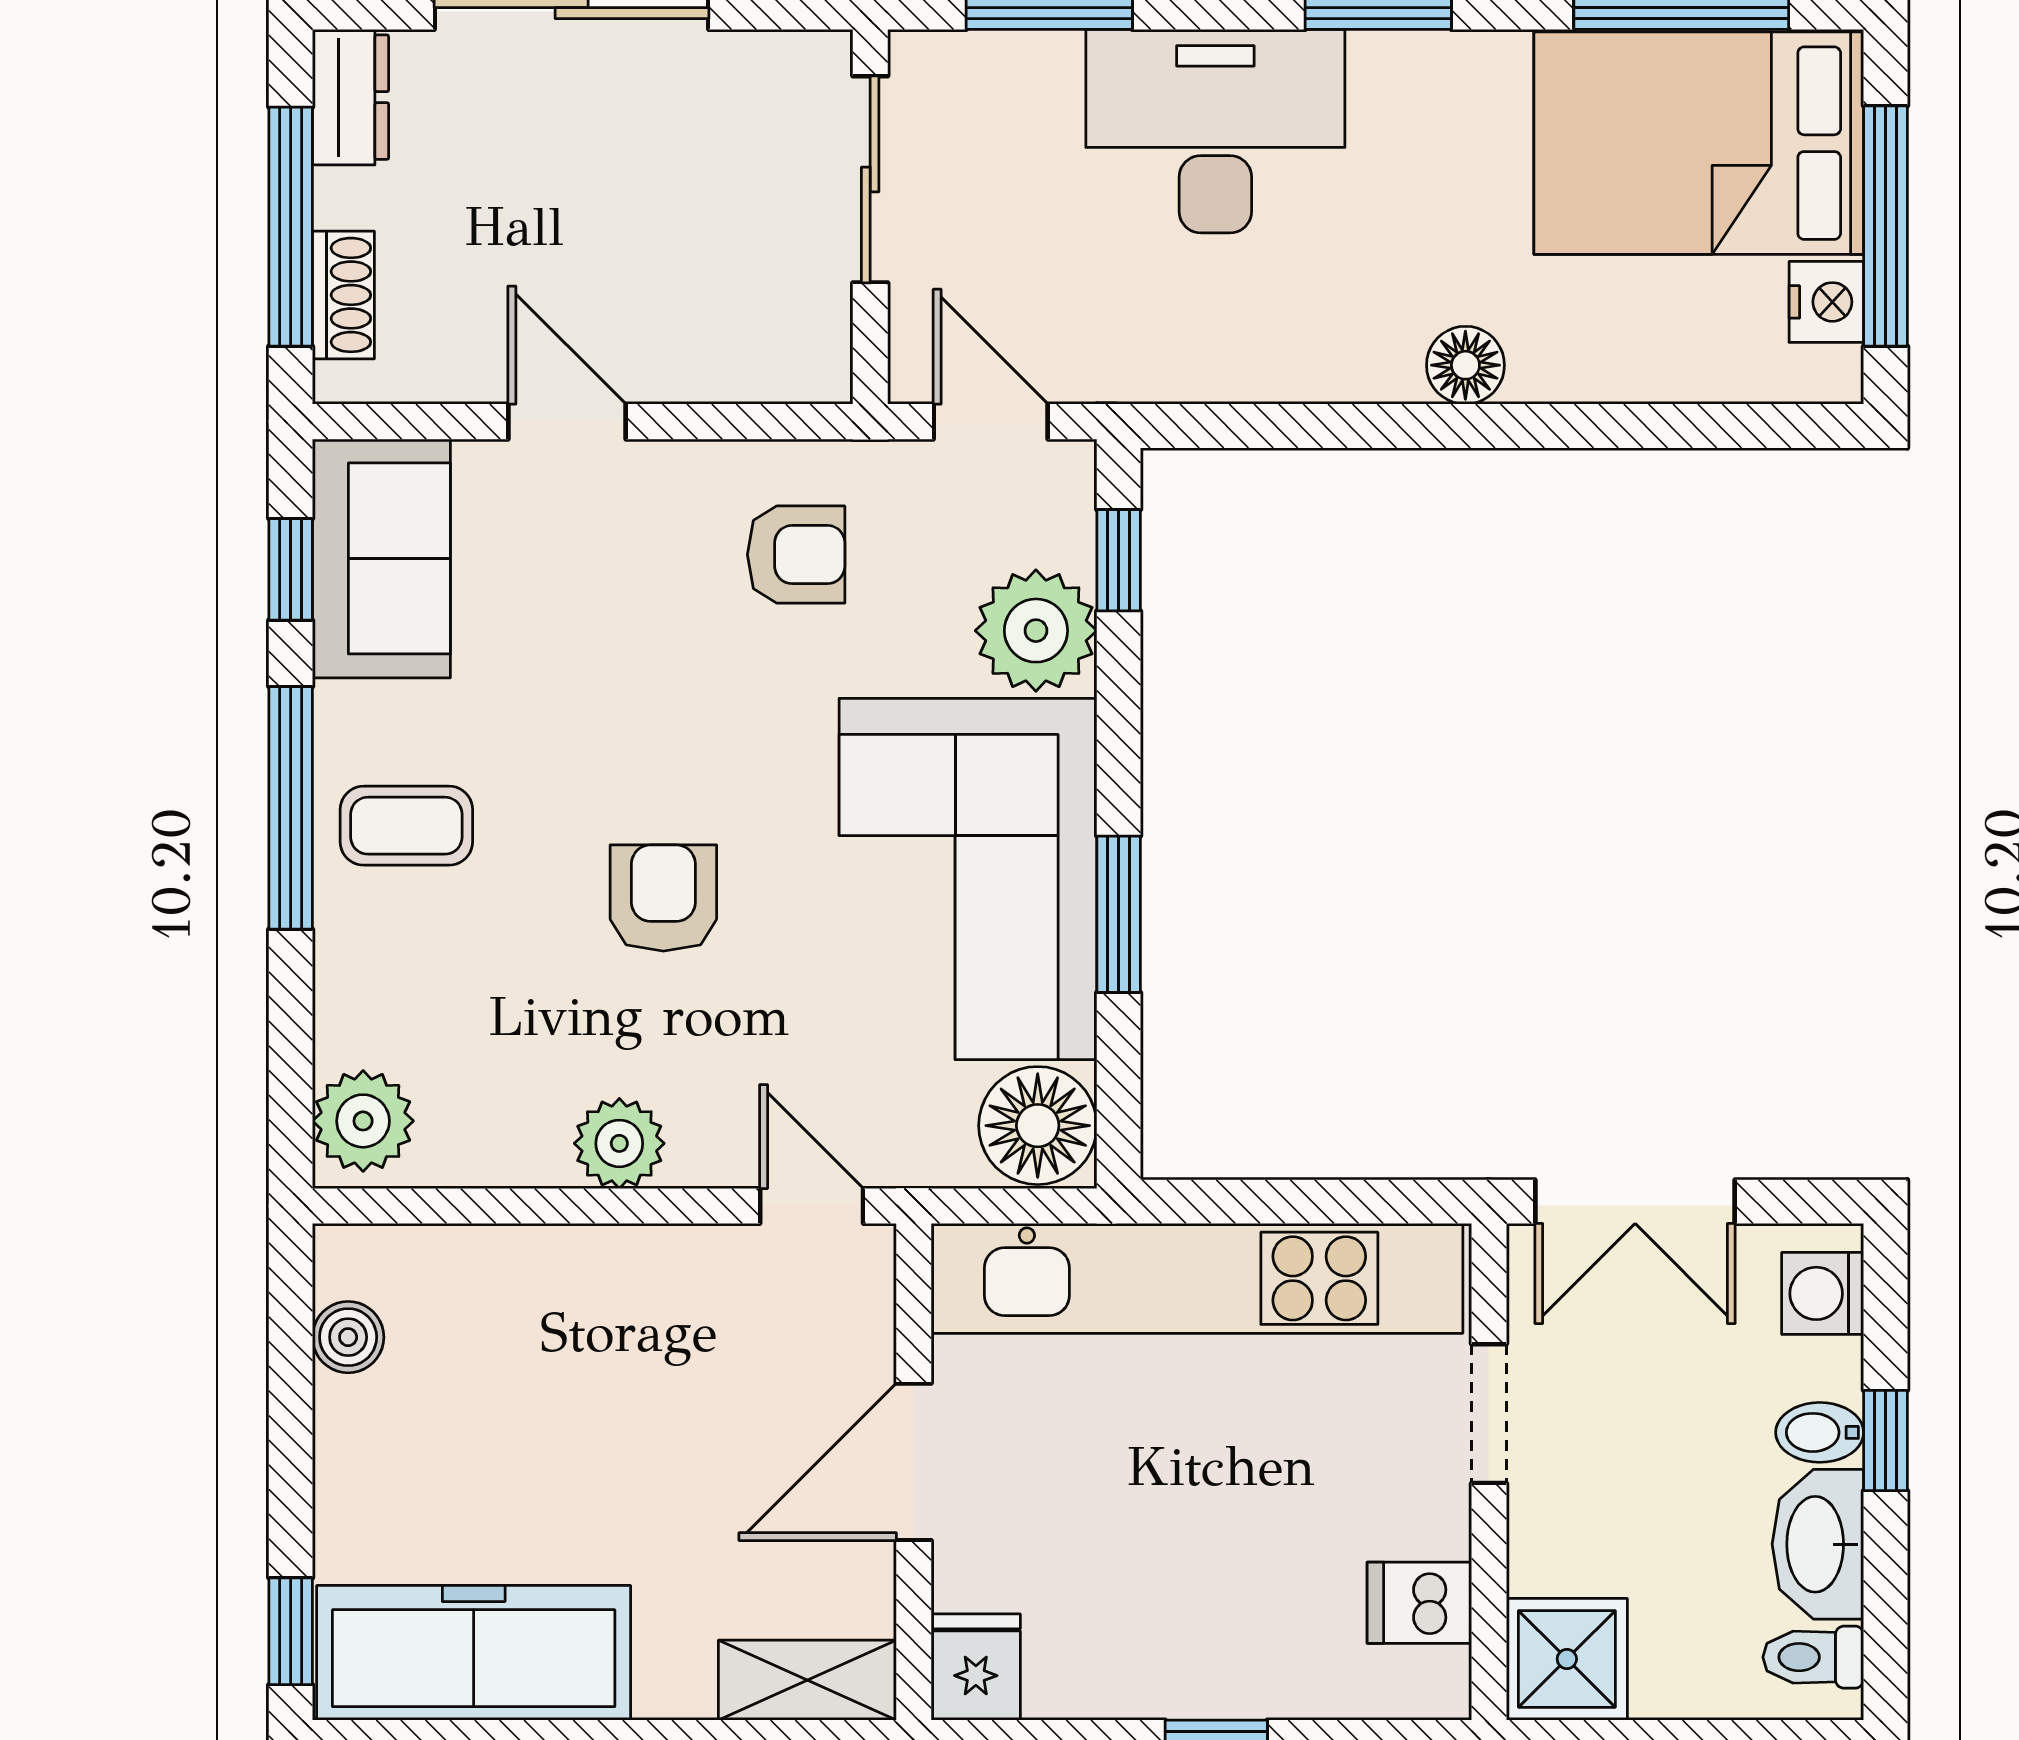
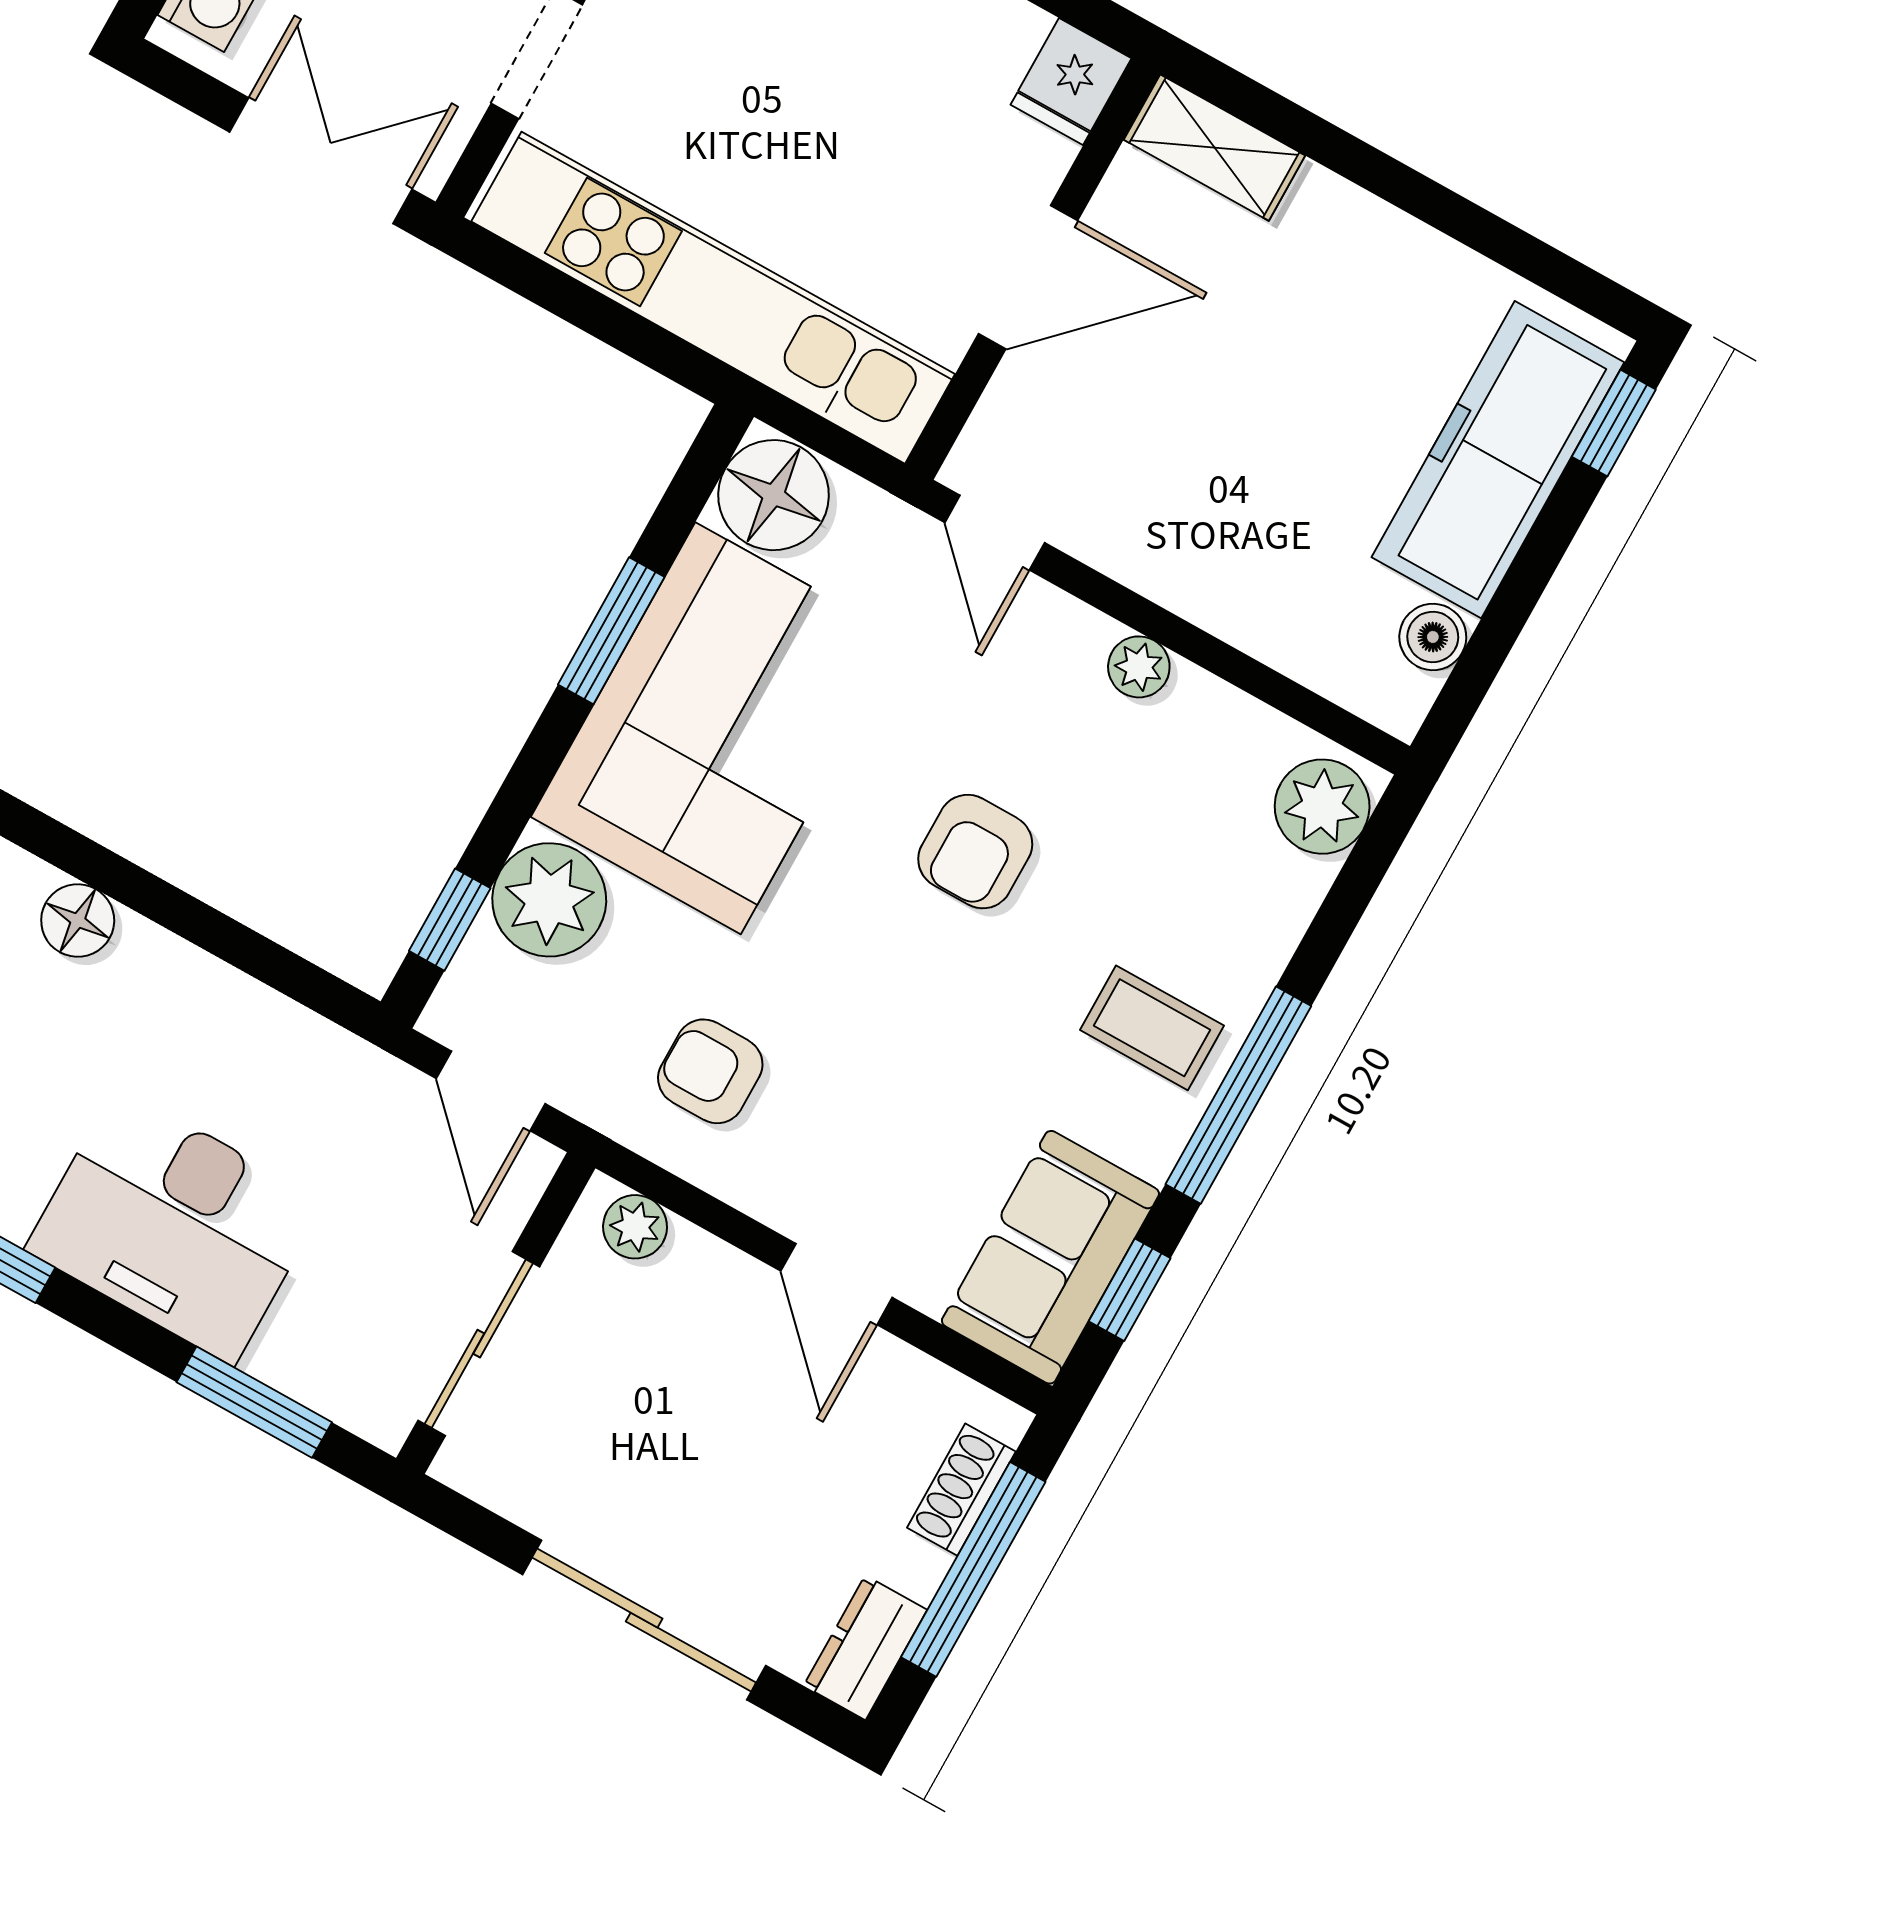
plant: (785, 370) -> (635, 1227), added
plant: (619, 1143) -> (1139, 667), width x0.73, depth x0.73
freezer: (474, 1653) -> (1498, 460), moved, turned 90

